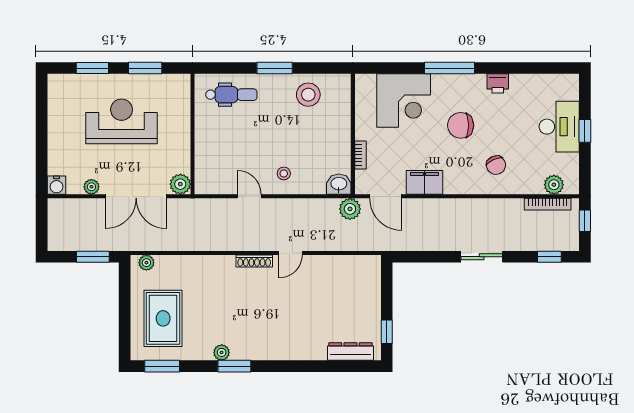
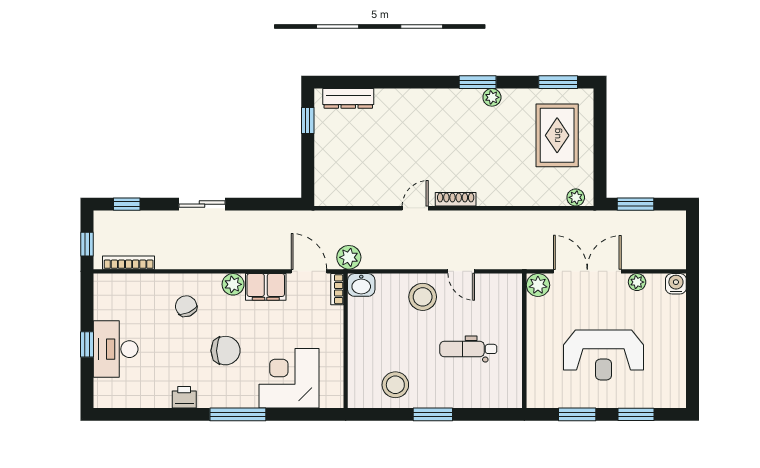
dental chair: (231, 95) -> (468, 349), moved
bookcase: (360, 155) -> (337, 289), moved
stool: (284, 173) -> (423, 297), width x1.89, depth x1.89
plant: (554, 185) -> (233, 284), moved

